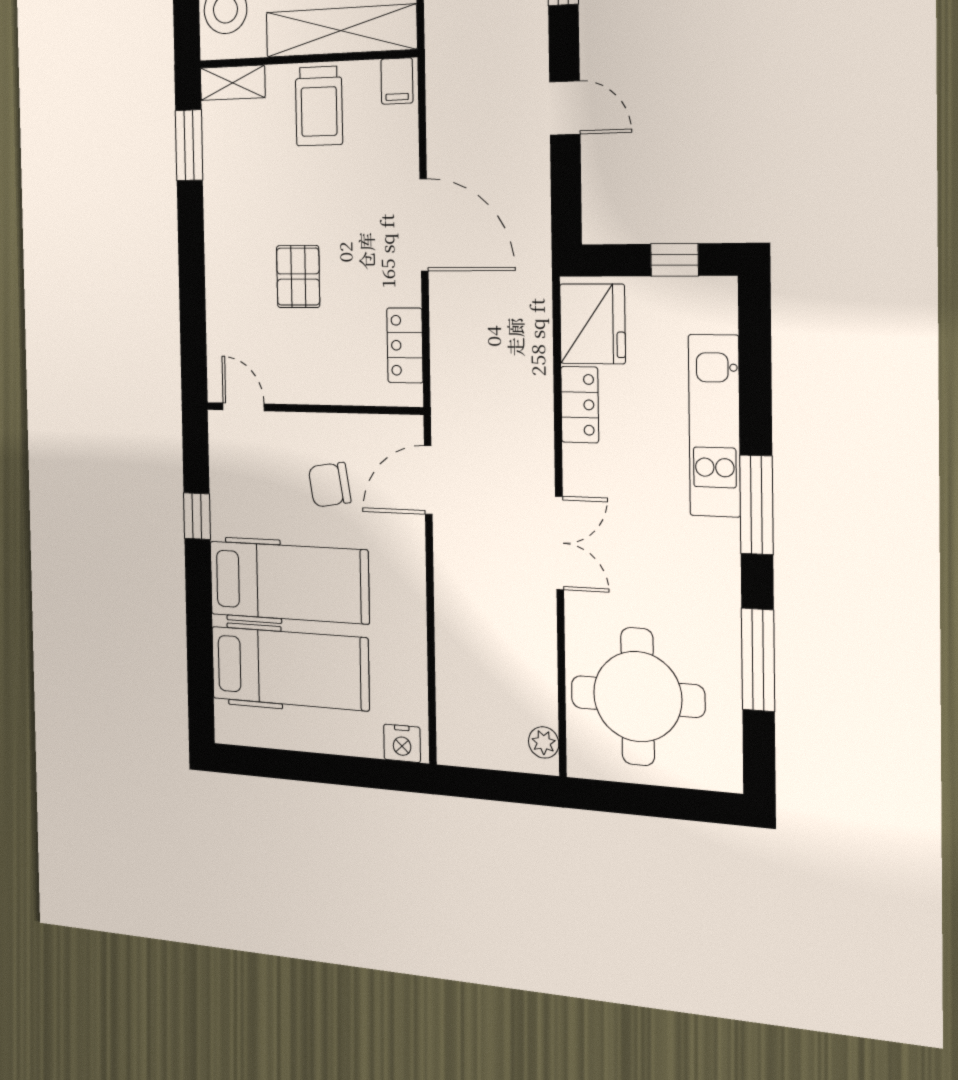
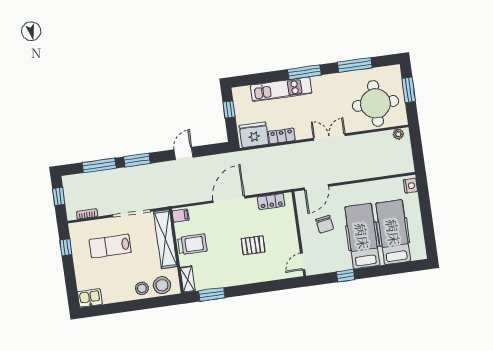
door: (428, 480) -> (316, 187), hinge flipped
window: (664, 802) -> (409, 90), added

